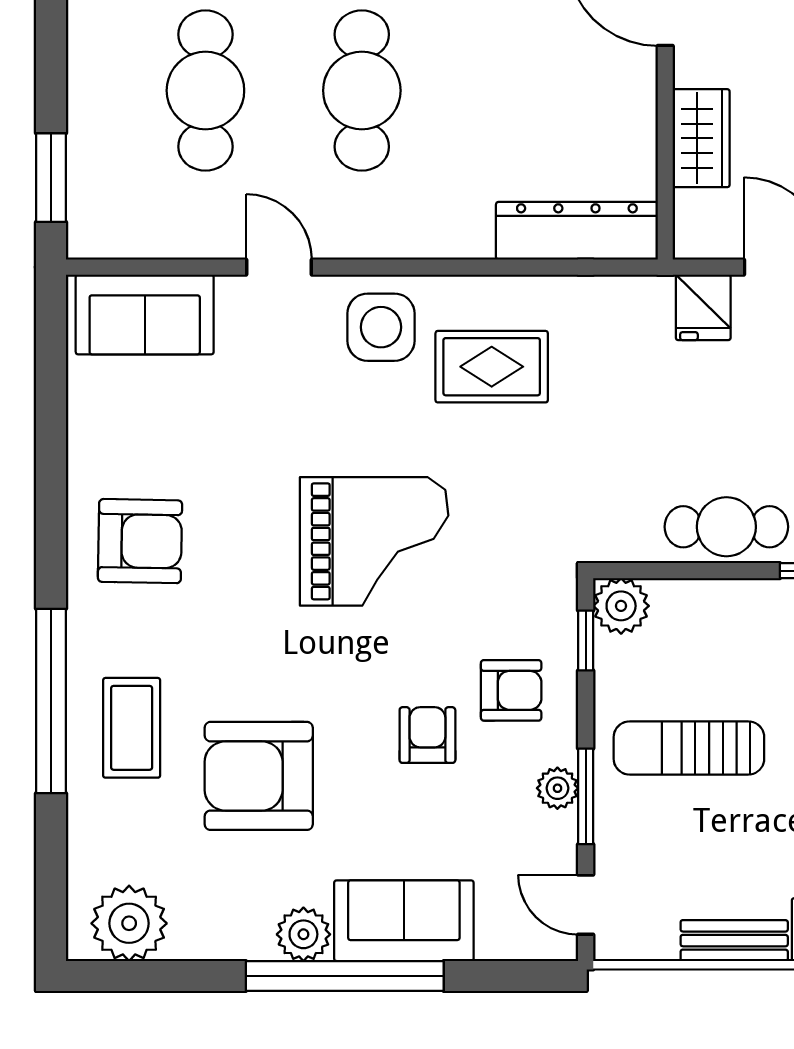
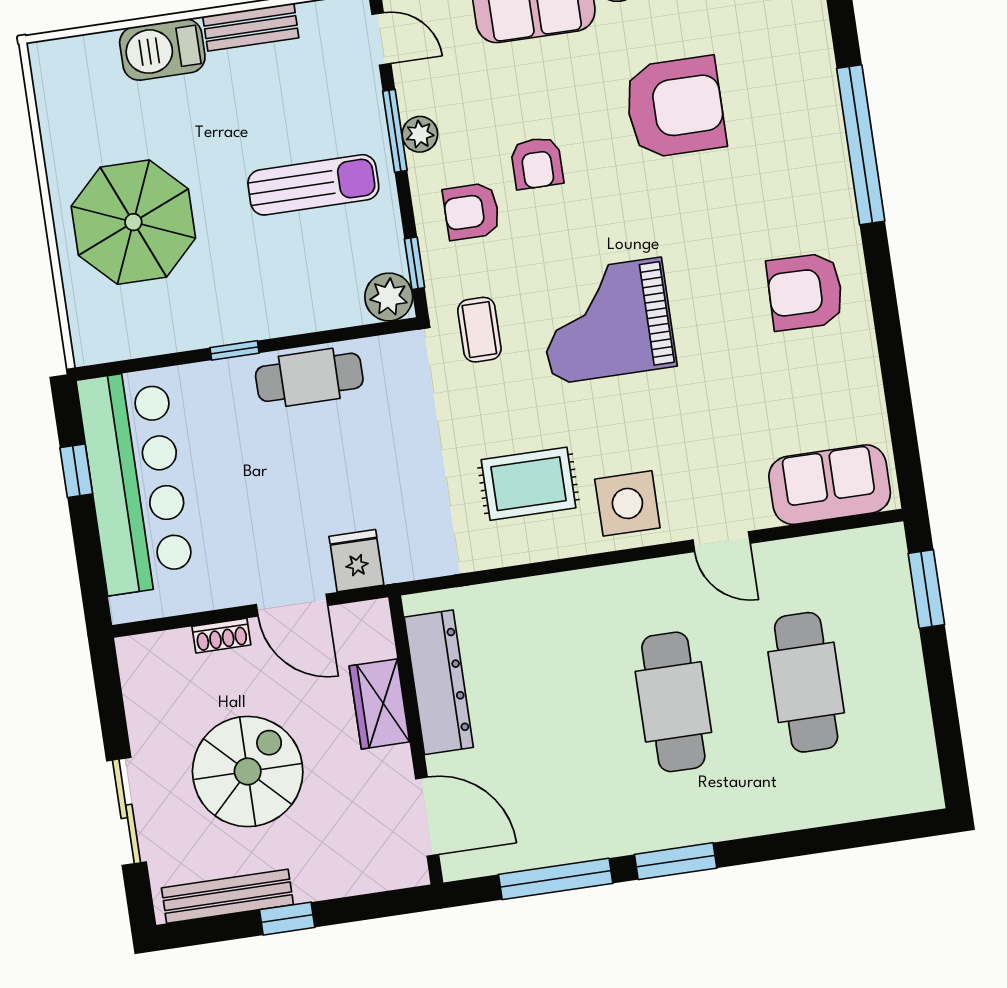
dresser: (577, 231) -> (439, 682), moved, turned -90
coffee table: (132, 728) -> (479, 330), moved, width x0.73, depth x0.77

